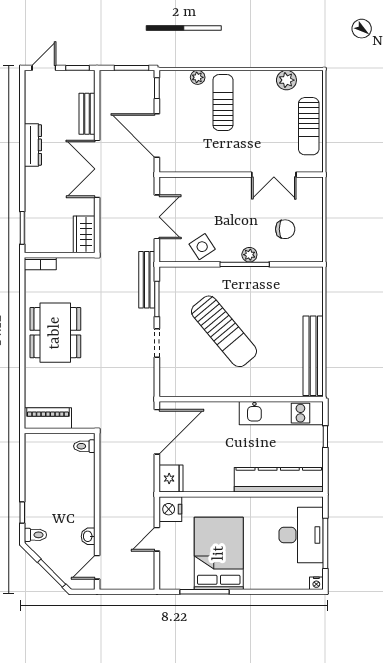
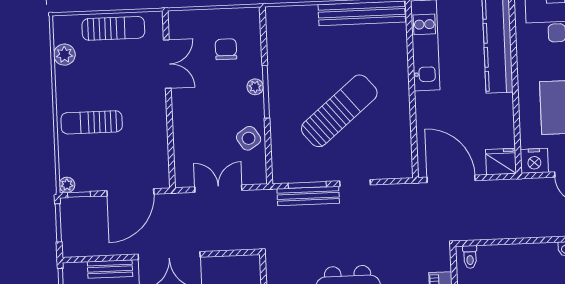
plant: (198, 77) -> (67, 185), moved
wardrobe: (84, 234) -> (241, 267), removed
bench: (147, 280) -> (308, 196), moved

